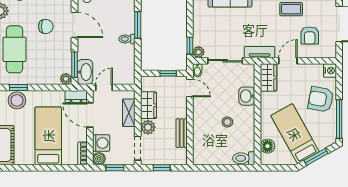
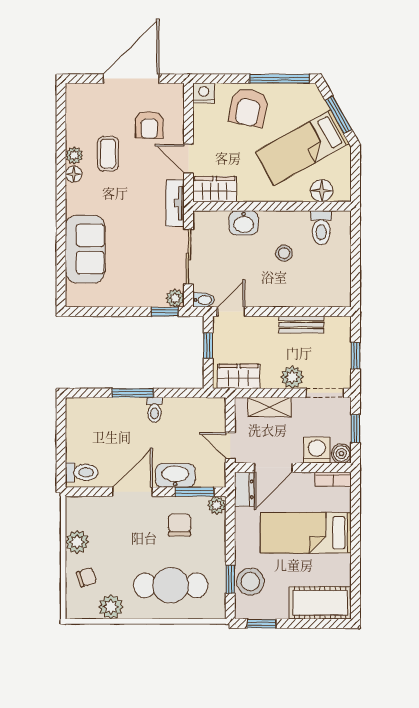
chair: (46, 26) -> (180, 525), moved
armchair: (310, 36) -> (149, 125), turned 90
washbasin: (85, 72) -> (175, 475), moved
wardrobe: (148, 105) -> (239, 376), moved
toilet: (244, 158) -> (321, 228), moved

